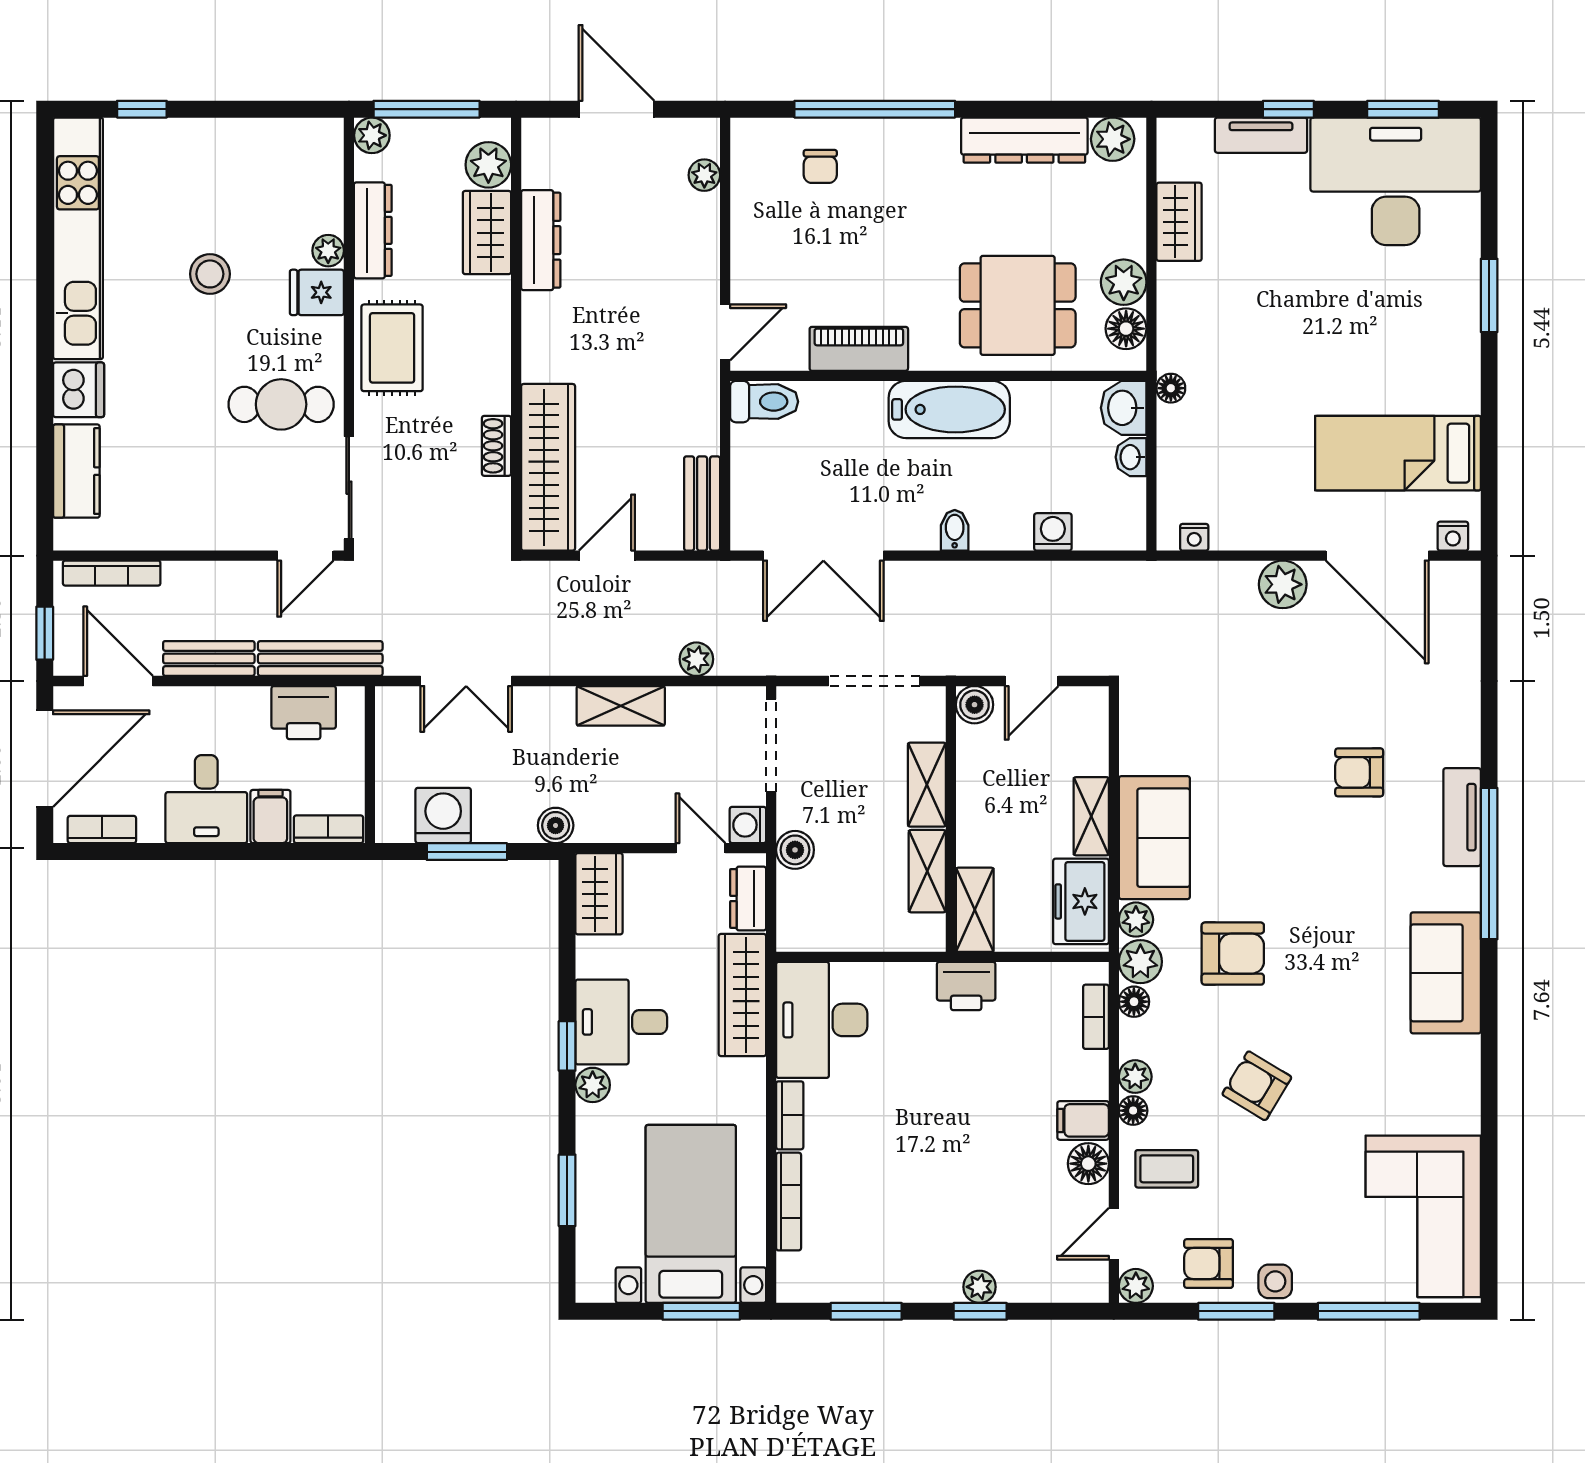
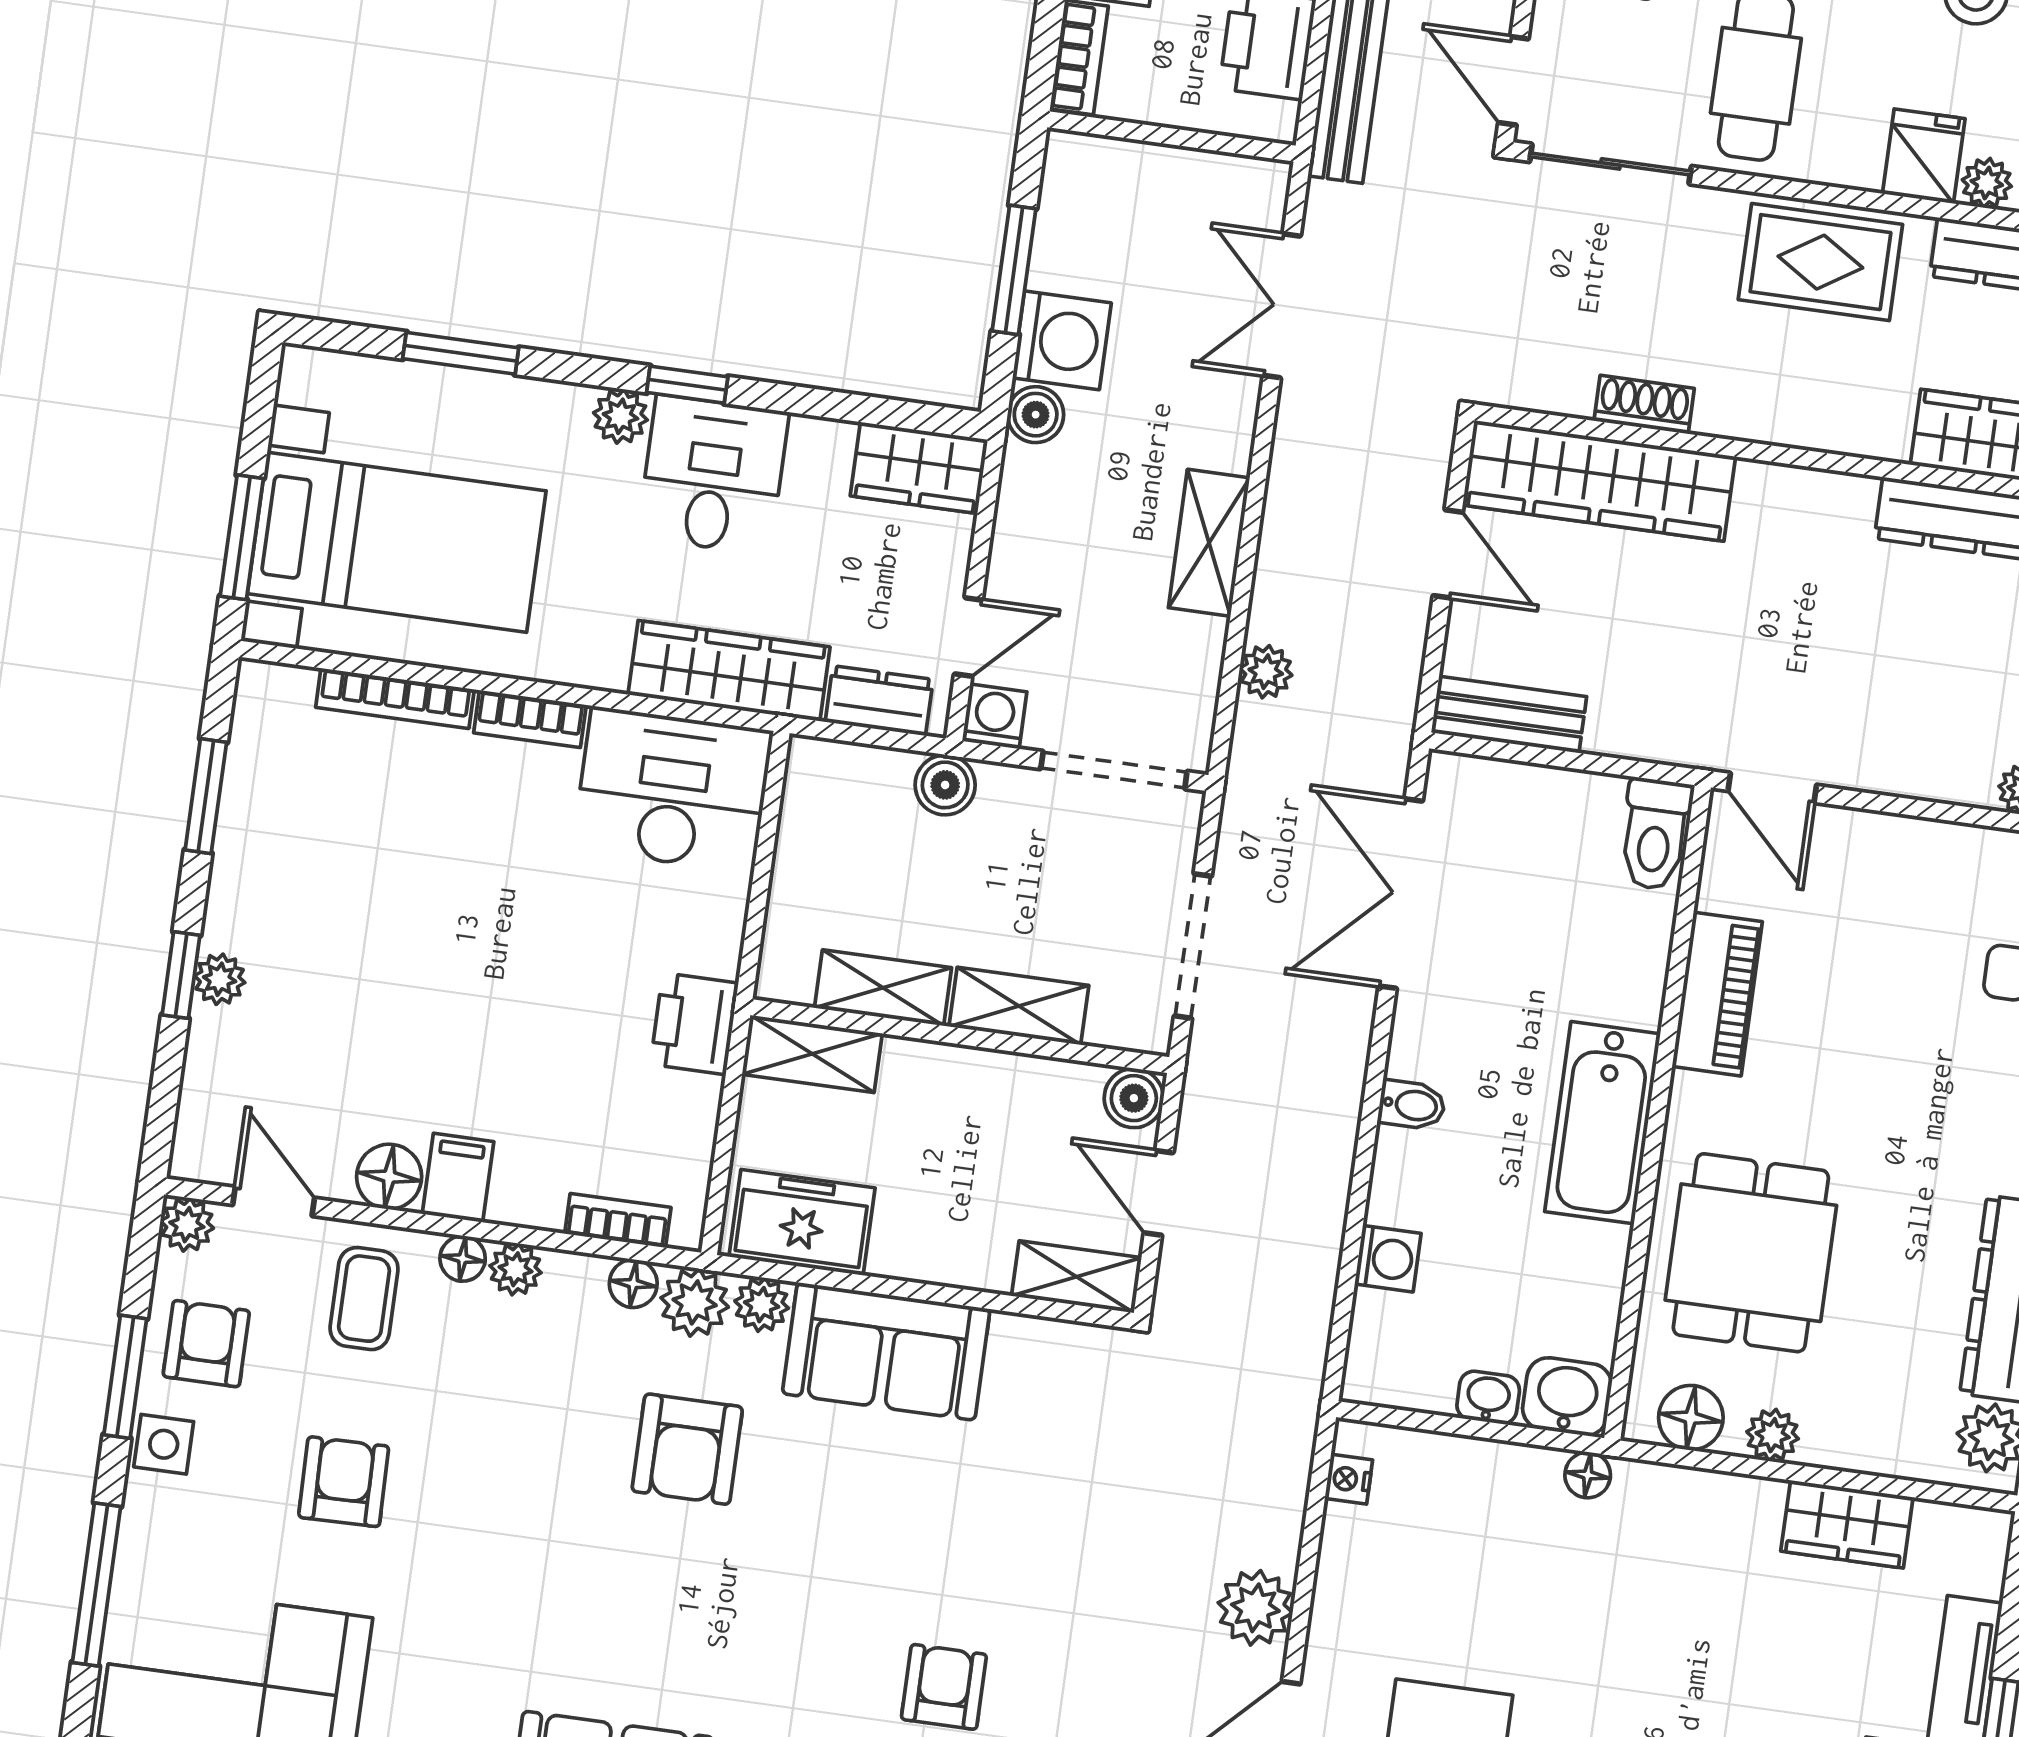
plant: (1124, 282) -> (1773, 1435), width x0.73, depth x0.73
washing machine: (443, 815) -> (1062, 340), moved
shelving: (1091, 816) -> (1076, 1277), moved
armchair: (1257, 1086) -> (344, 1482), moved, turned -32

